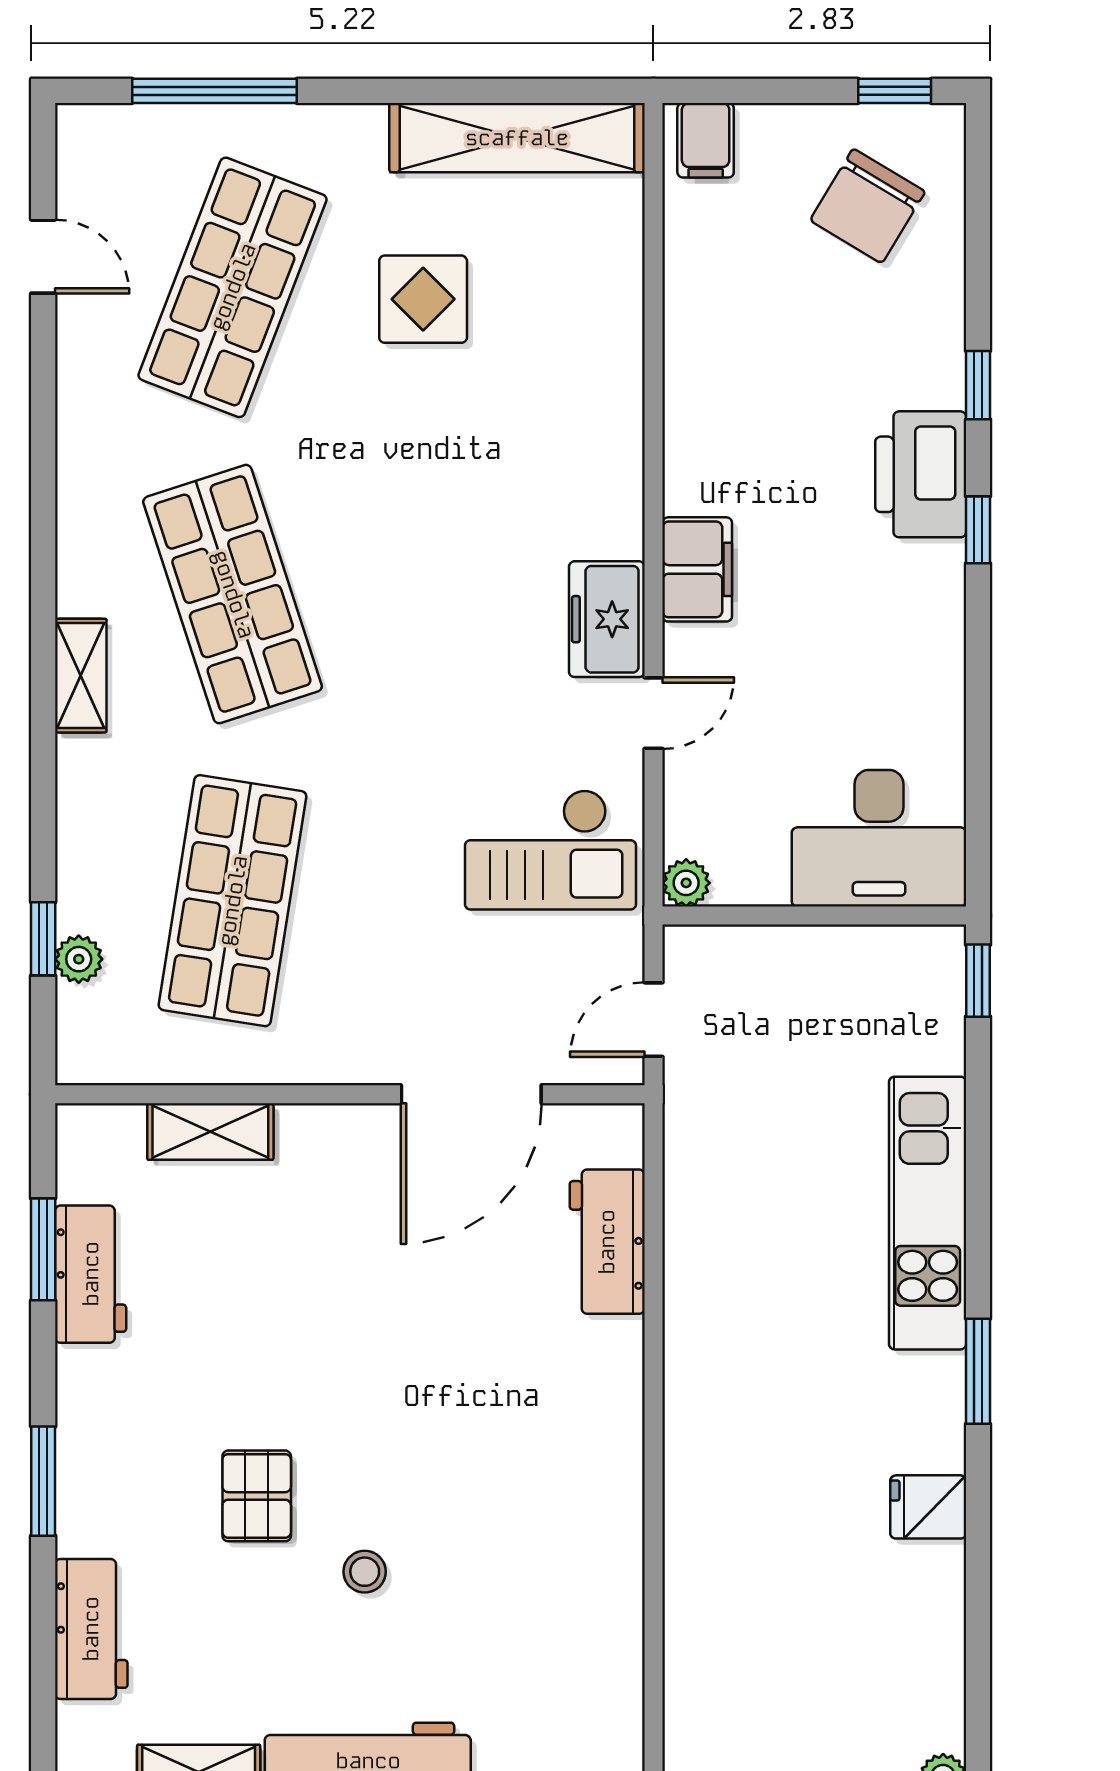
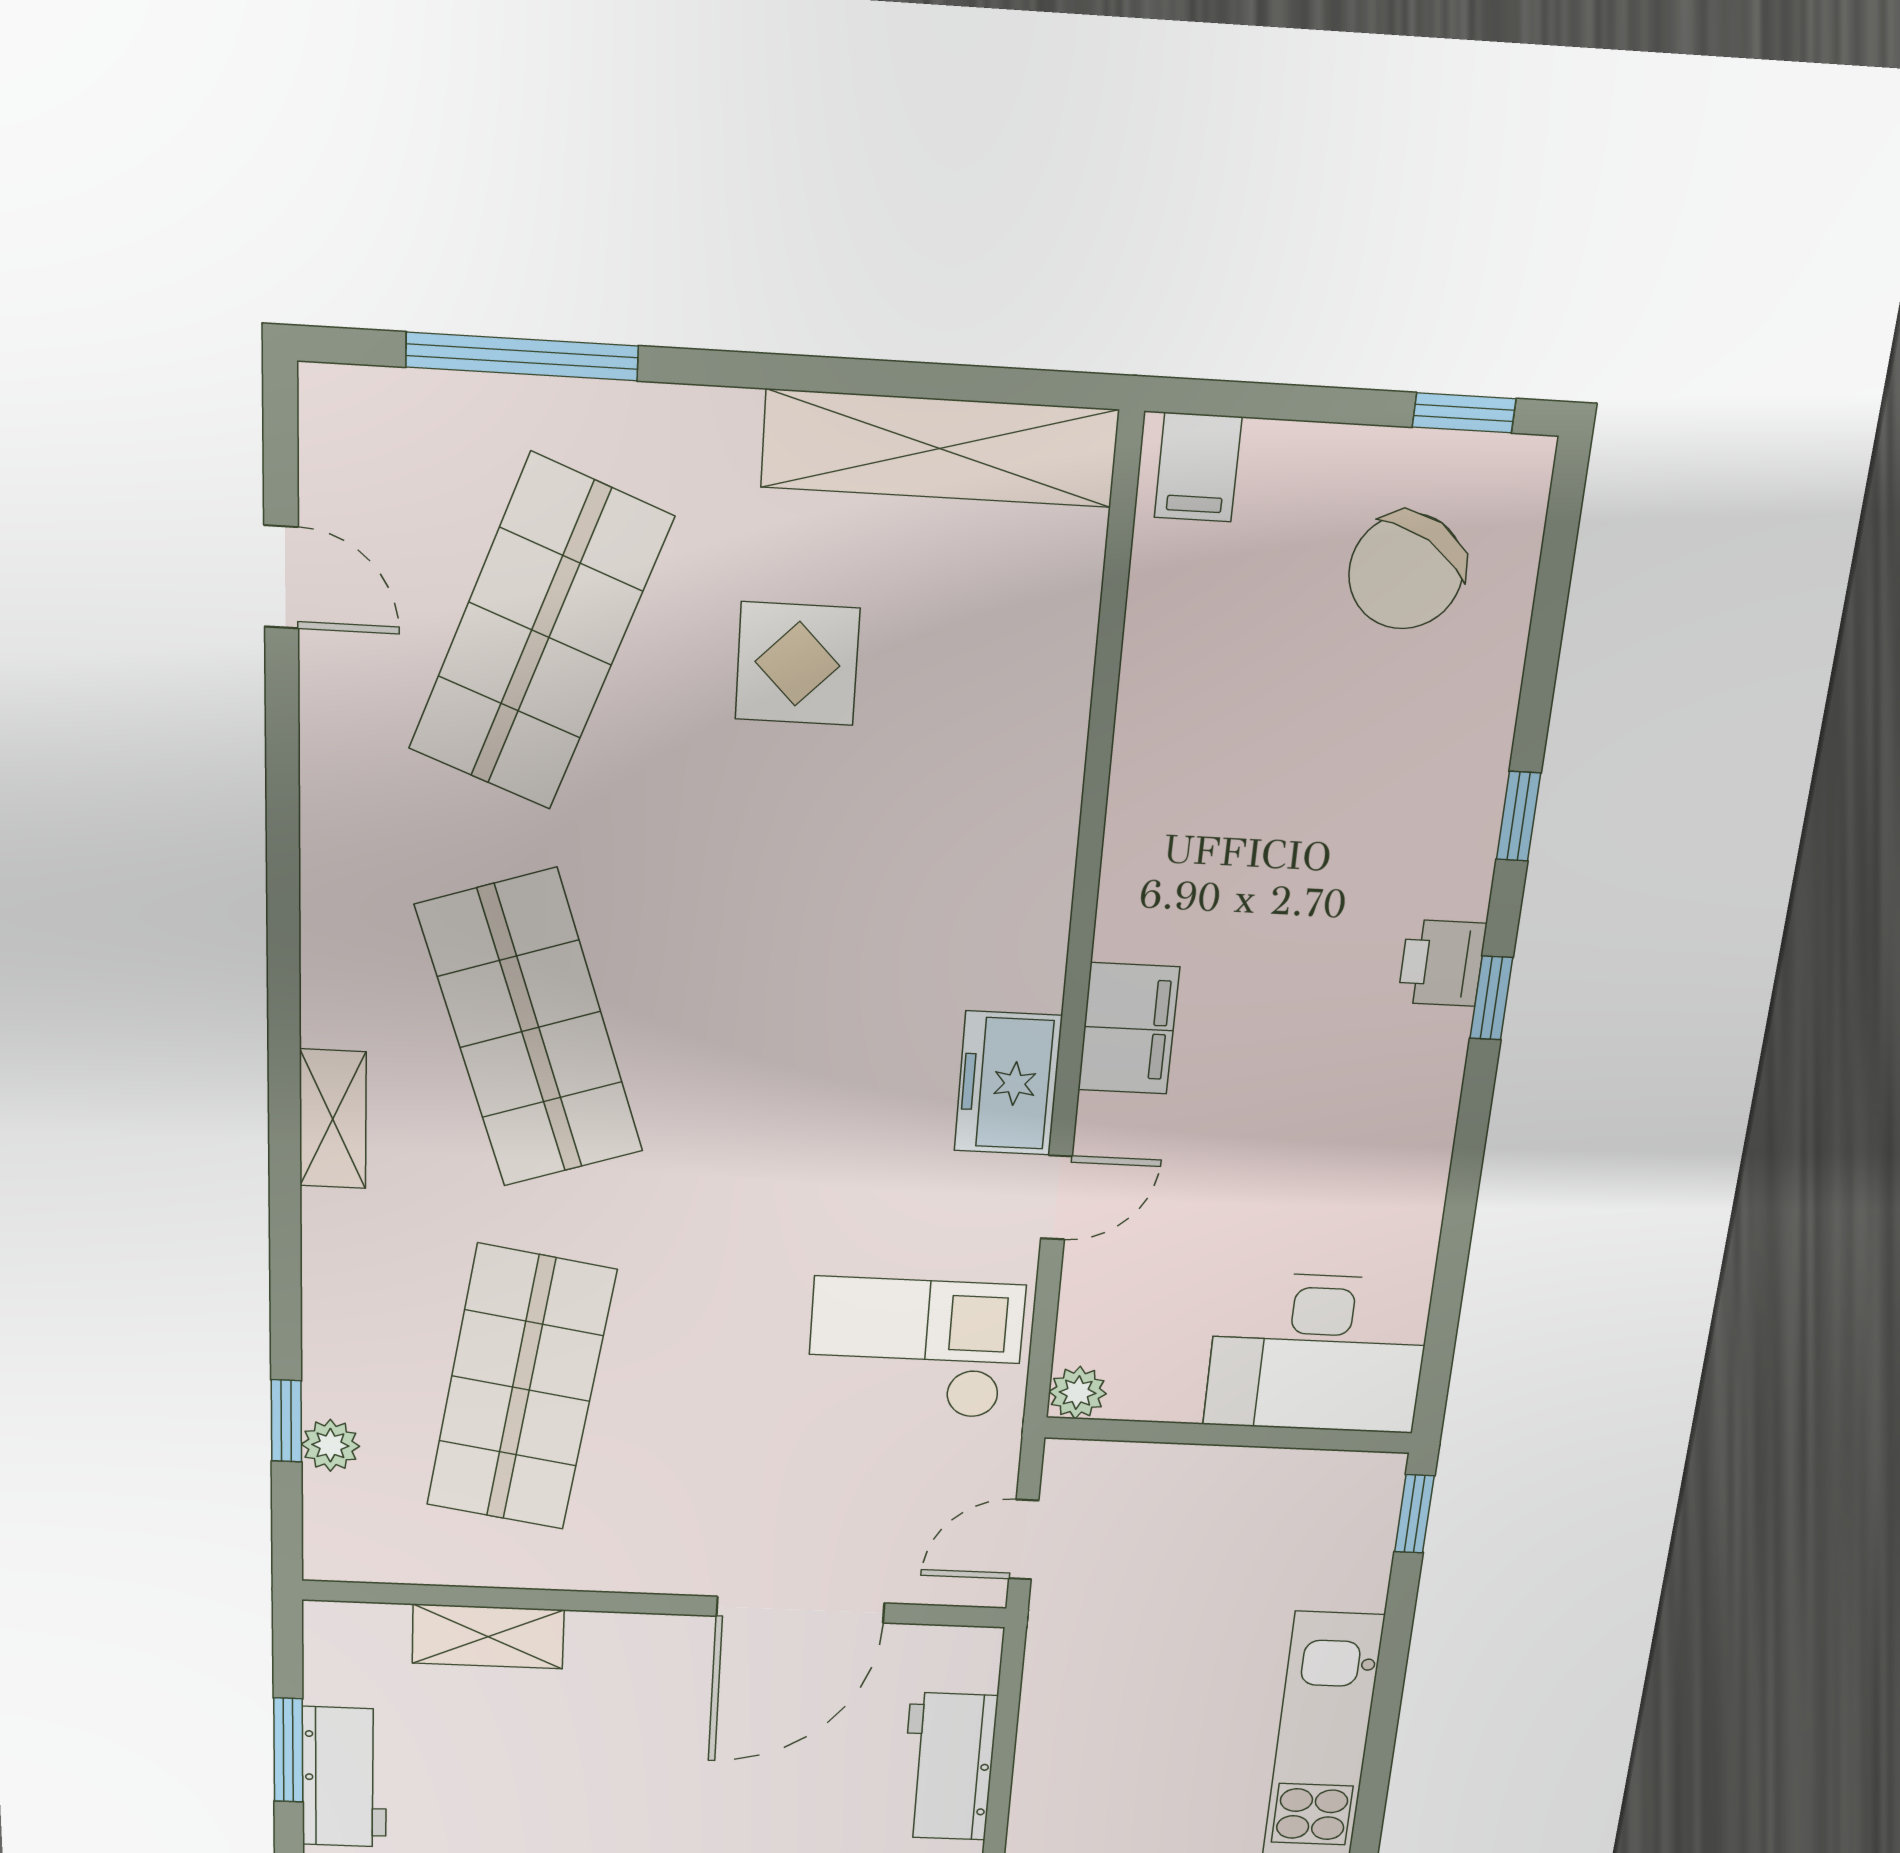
printer: (921, 474) -> (1442, 963), width x0.53, depth x0.68
checkout: (550, 850) -> (915, 1348), turned 180

